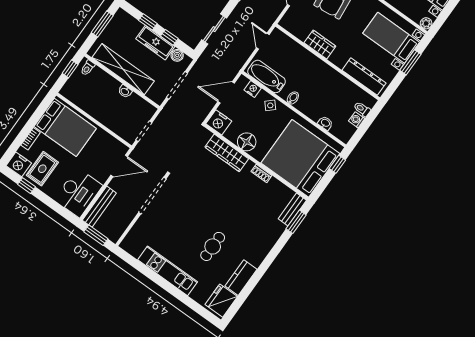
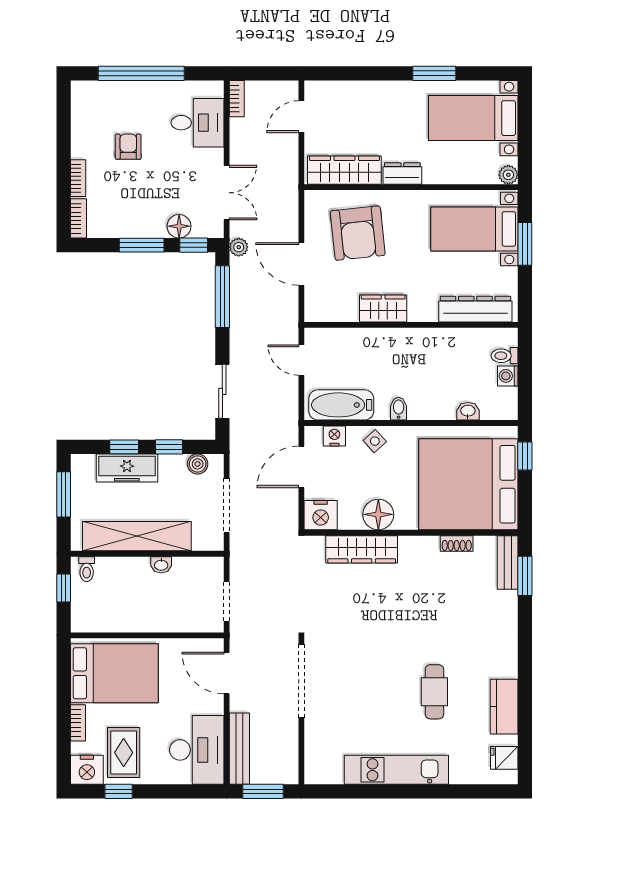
freezer: (155, 43) -> (127, 468), moved
door: (119, 166) -> (227, 673), swing flipped
shoe rack: (261, 173) -> (457, 543), moved
fridge: (221, 301) -> (504, 758), width x0.53, depth x0.75

